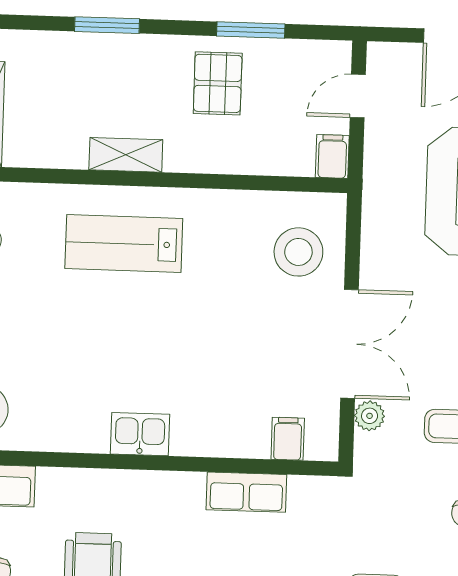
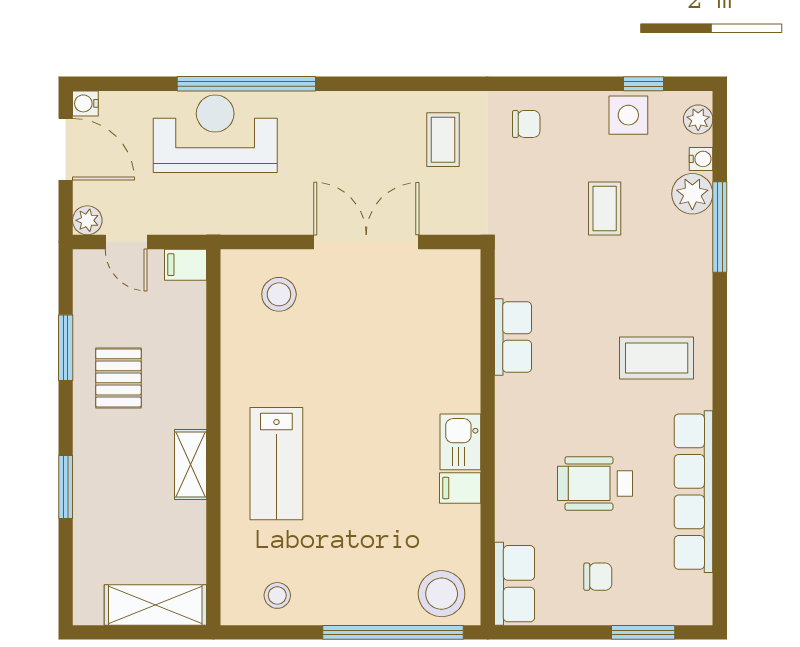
pallet: (218, 83) -> (118, 378), turned 90
stool: (298, 252) -> (279, 294), width x0.73, depth x0.73
plant: (370, 416) -> (87, 220), moved
filing cabinet: (288, 439) -> (460, 488), moved

